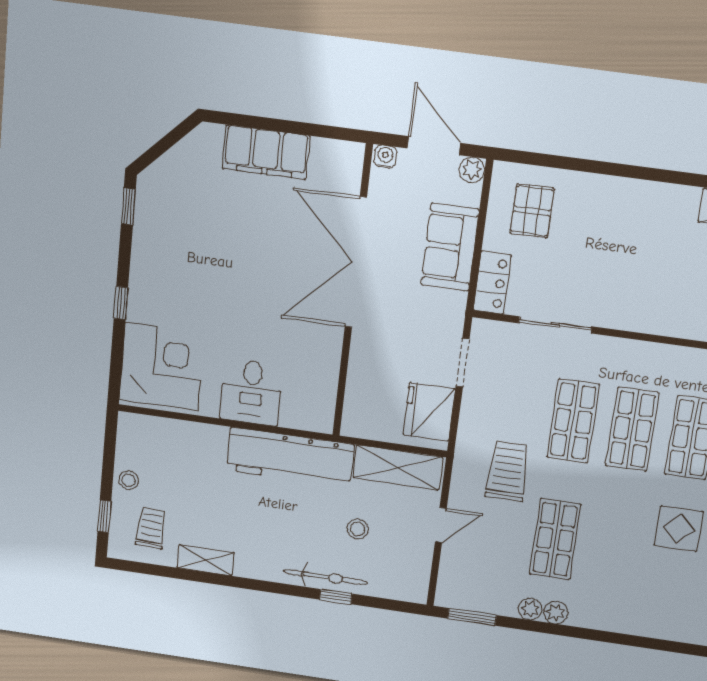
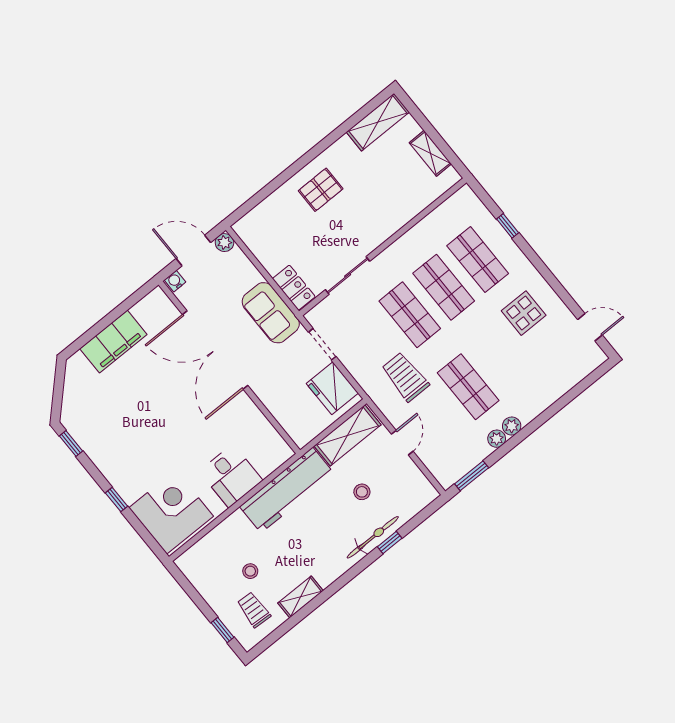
pallet: (532, 211) -> (321, 190), moved, turned 90
sofa: (450, 247) -> (271, 313), moved
stool: (129, 480) -> (250, 571), moved

